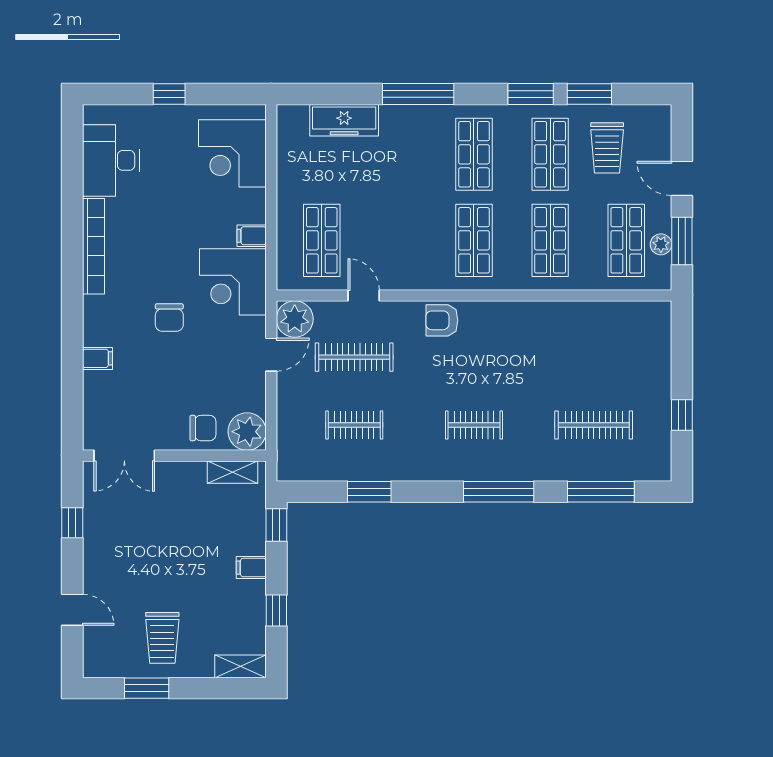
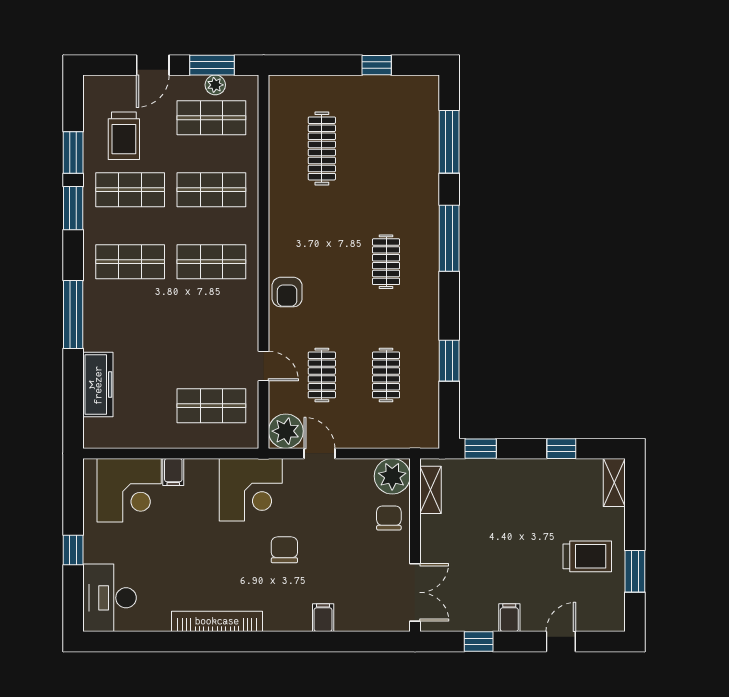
trolley: (607, 148) -> (124, 136), turned 90
desk: (111, 160) -> (109, 598), moved, turned 90
filing cabinet: (252, 236) -> (173, 472), moved
door: (364, 295) -> (264, 366), swing flipped
chair: (169, 318) -> (284, 550), turned -90
clothes rail: (354, 357) -> (322, 375), width x0.73
clothes rail: (594, 425) -> (322, 148), moved
filing cabinet: (251, 568) -> (509, 618), moved, turned 180

